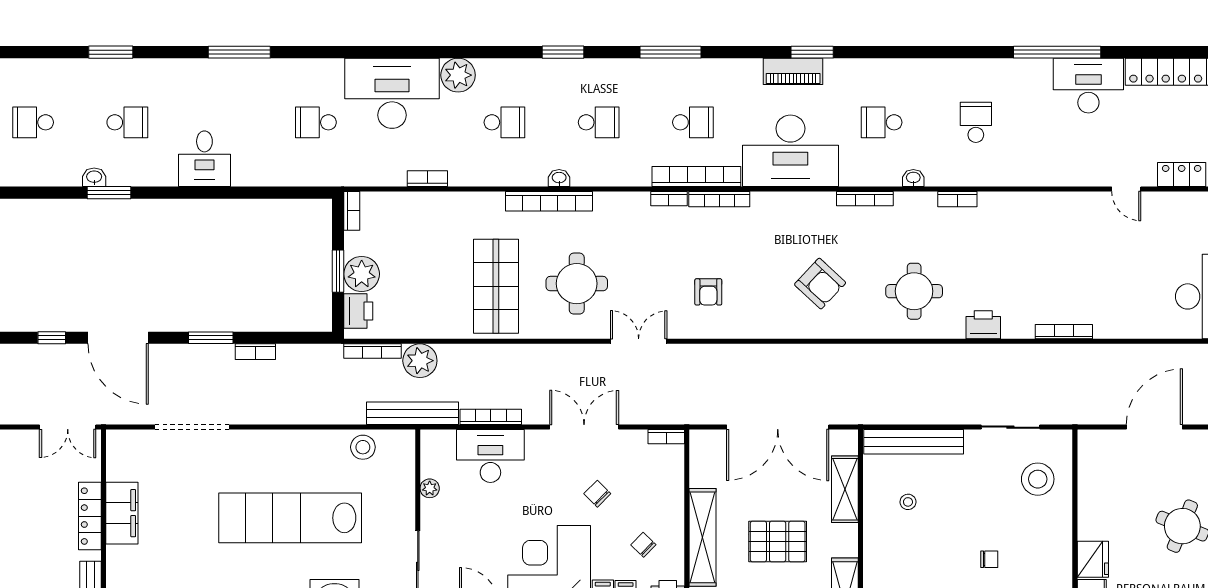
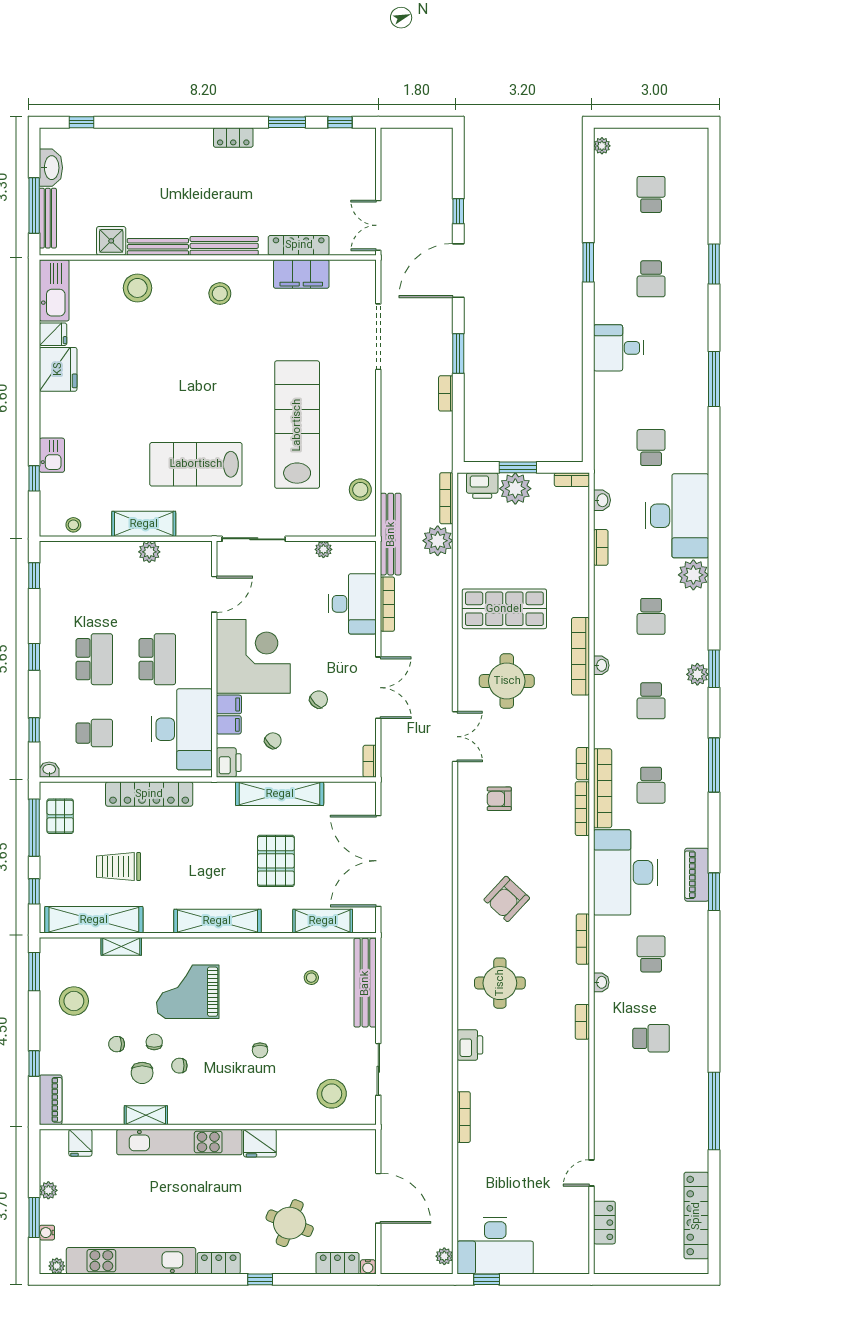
plant: (569, 70) -> (697, 674), added
desk: (1088, 86) -> (684, 1139), removed
washbasin: (94, 177) -> (602, 500), moved

